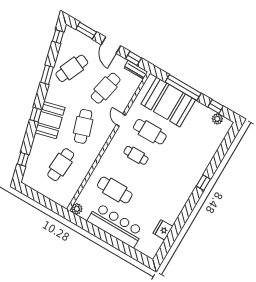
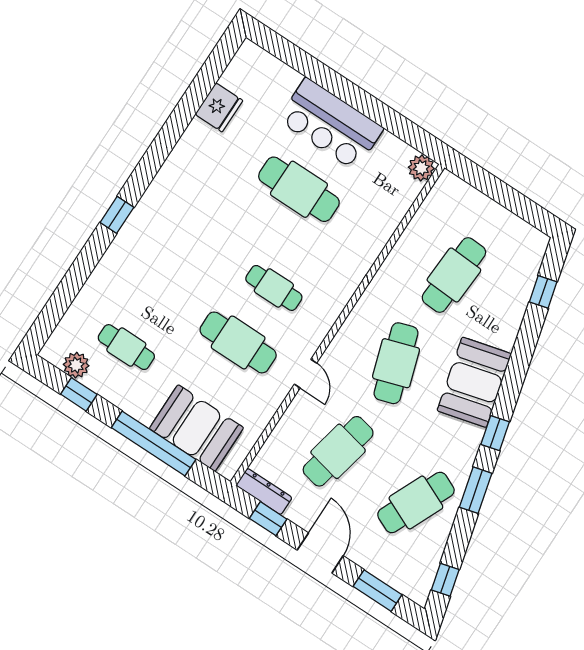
booth: (168, 102) -> (196, 428), width x0.73, depth x0.70
window: (36, 115) -> (495, 433), moved
cafe table: (197, 127) -> (126, 347), added
cafe table: (115, 190) -> (299, 189), moved
bar counter: (116, 225) -> (331, 124), width x0.73

